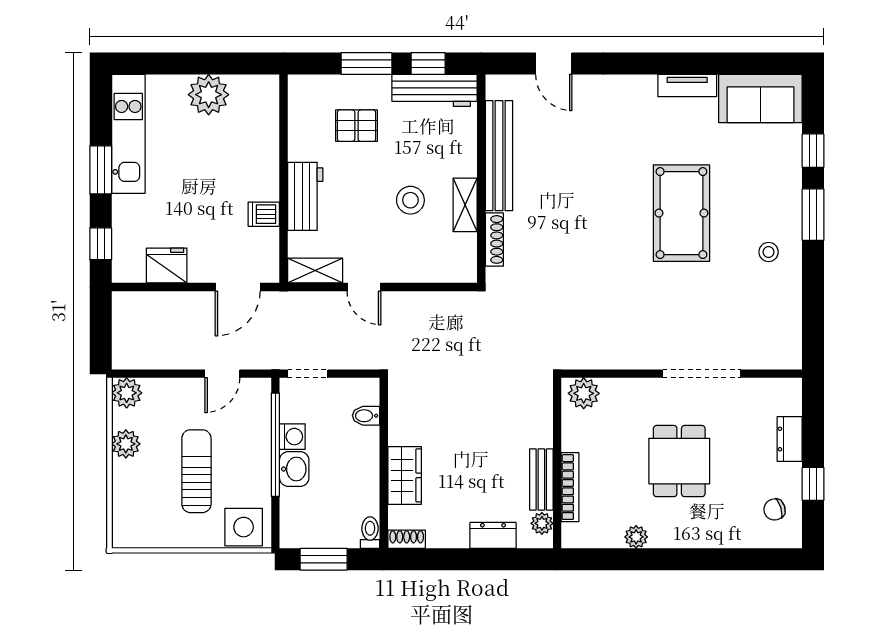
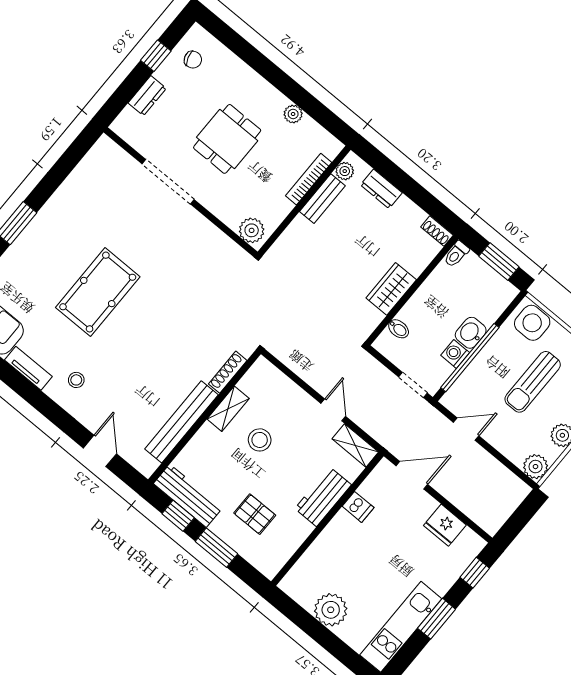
stool: (769, 252) -> (76, 380), moved
wardrobe: (405, 475) -> (391, 289), moved

